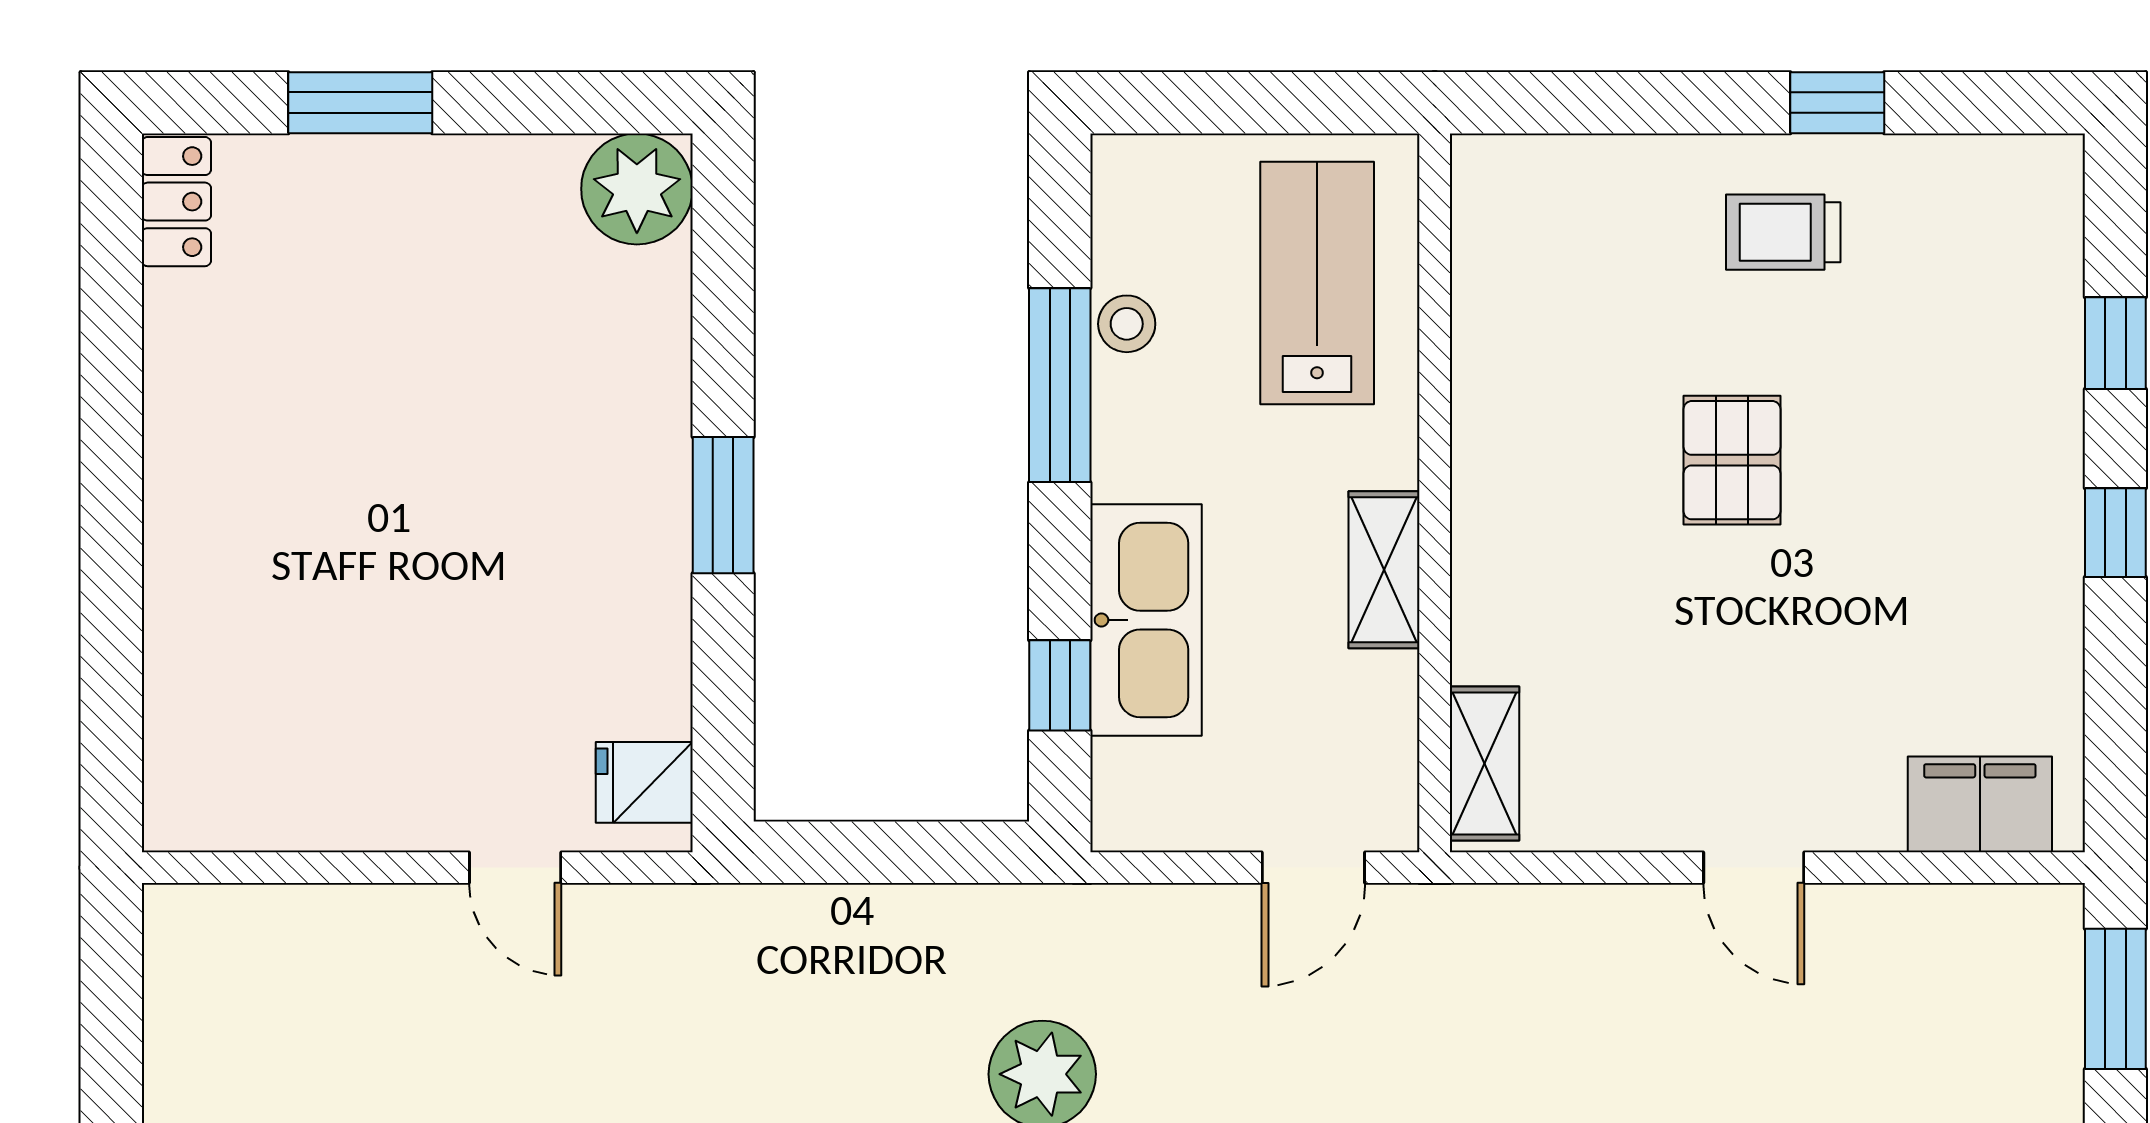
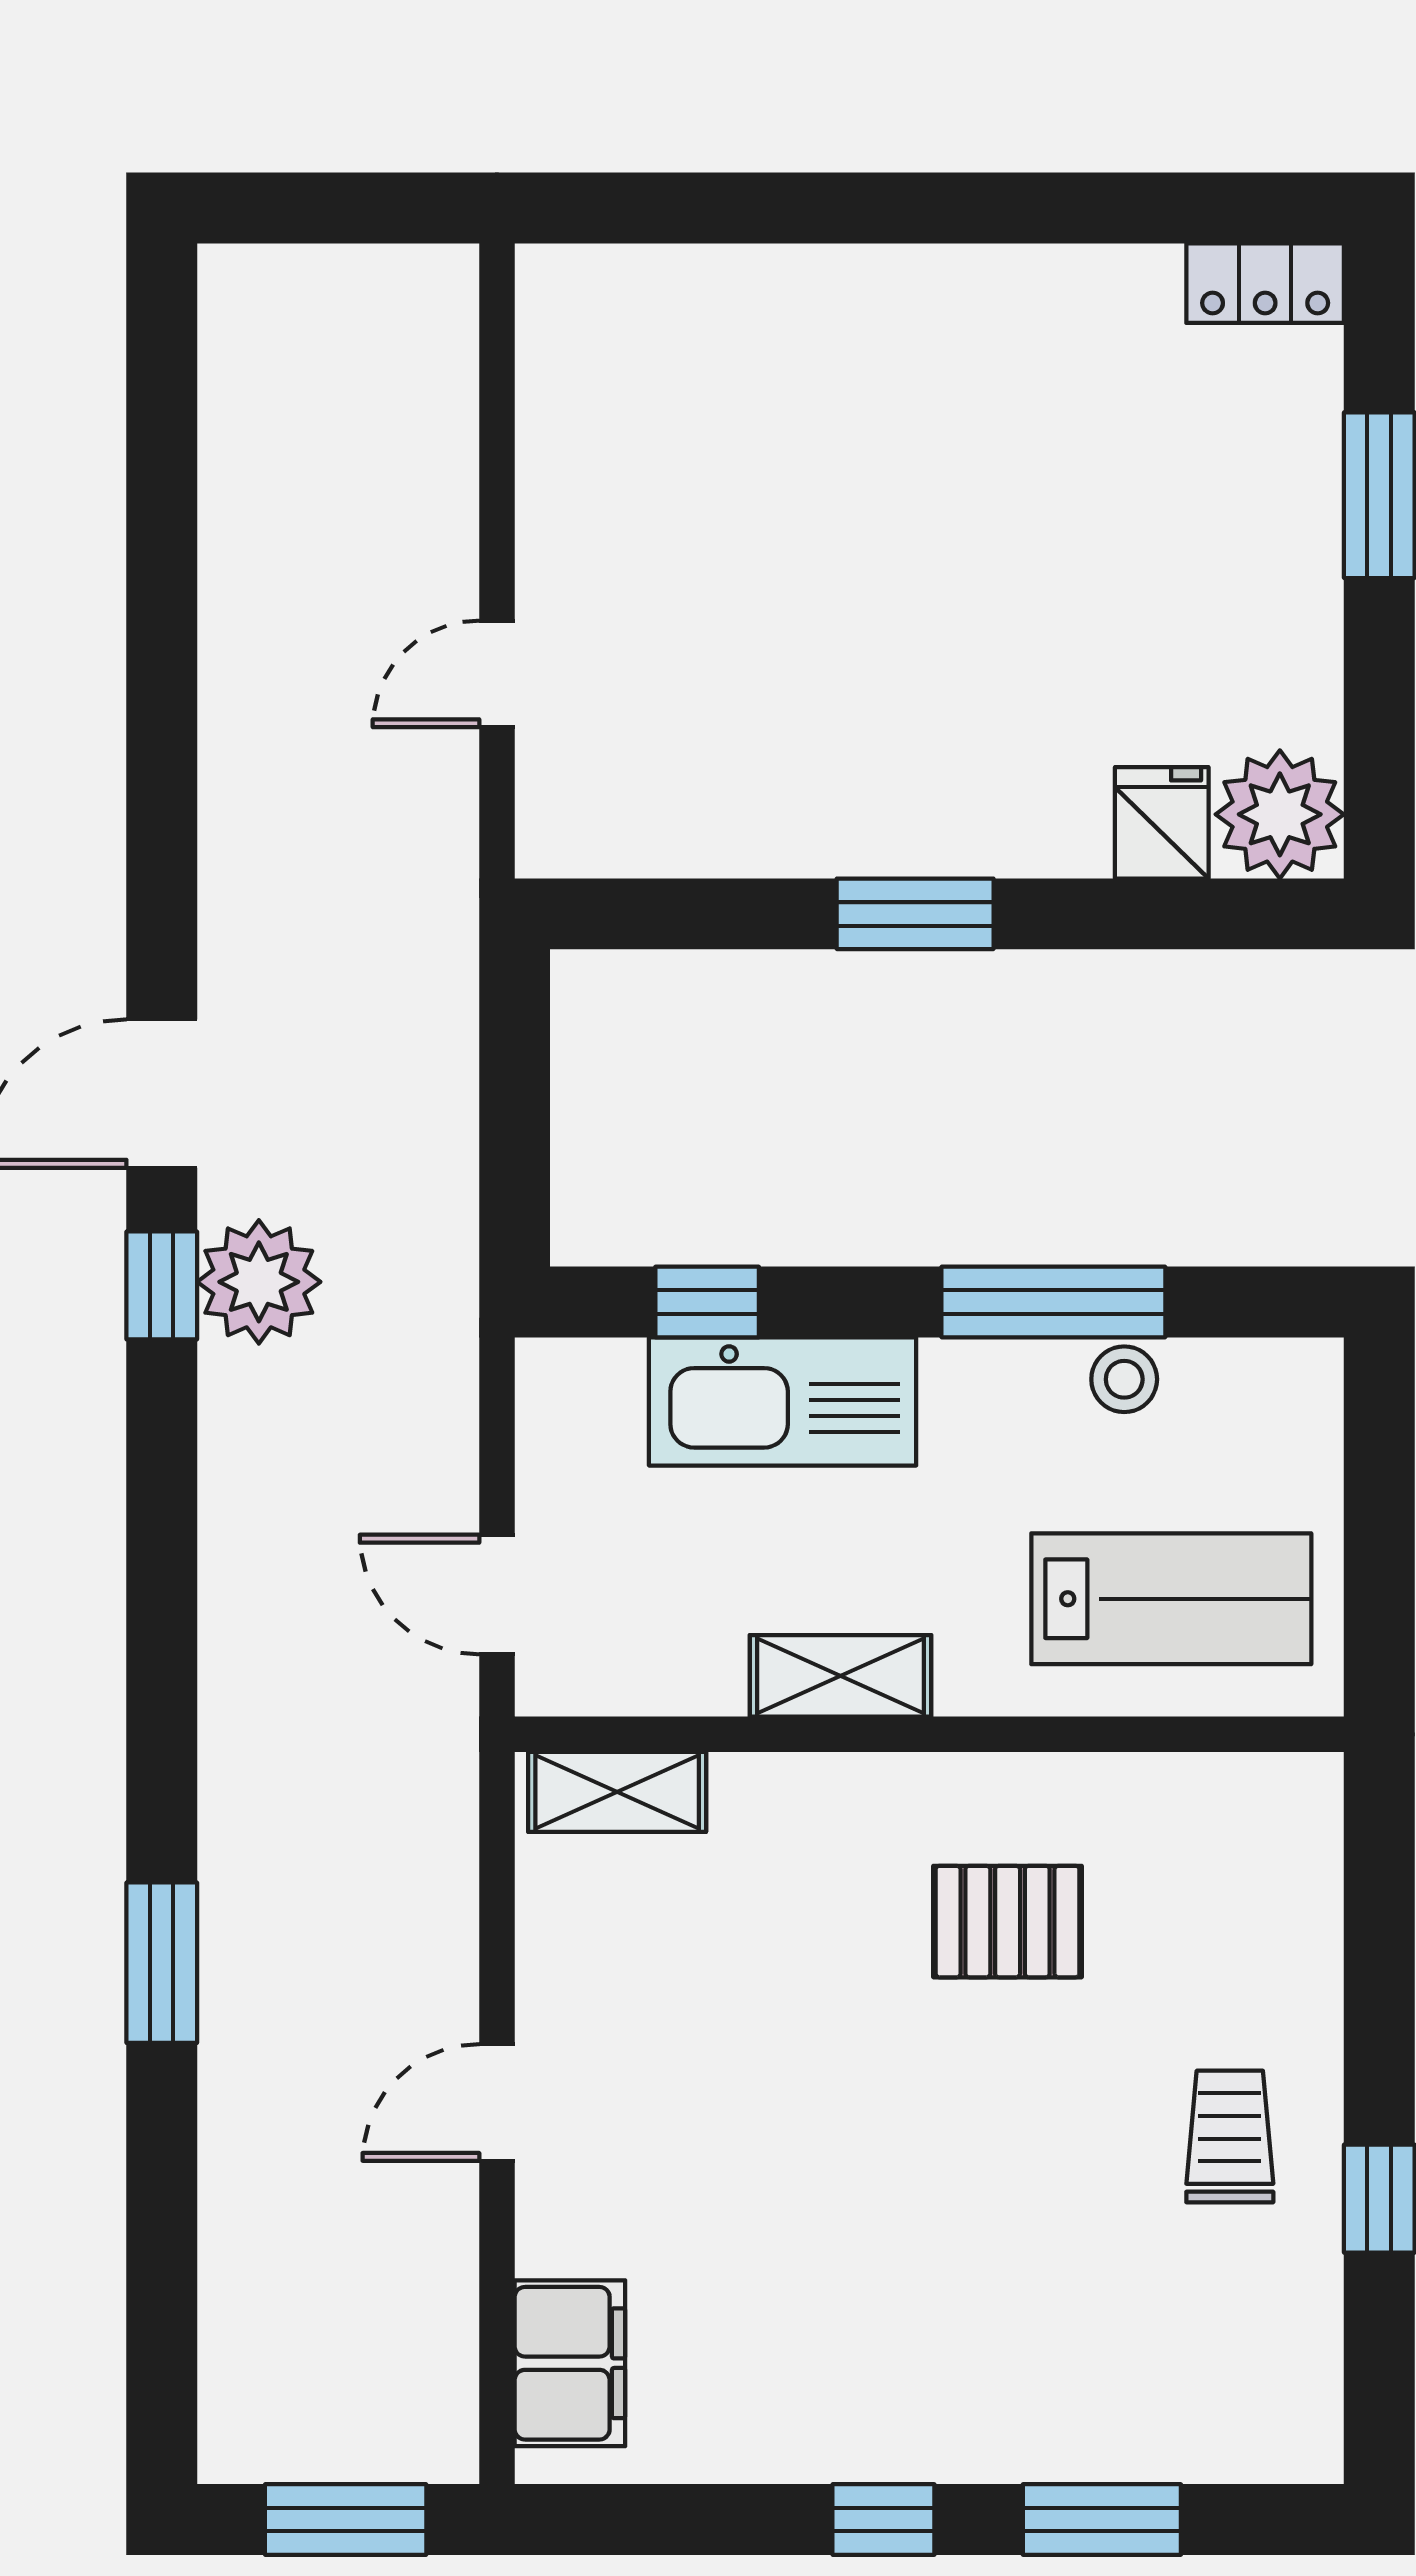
window: (2115, 343) -> (1102, 2520), width x1.50
pallet: (1732, 460) -> (1008, 1922), moved
fridge: (644, 782) -> (1162, 823), moved

